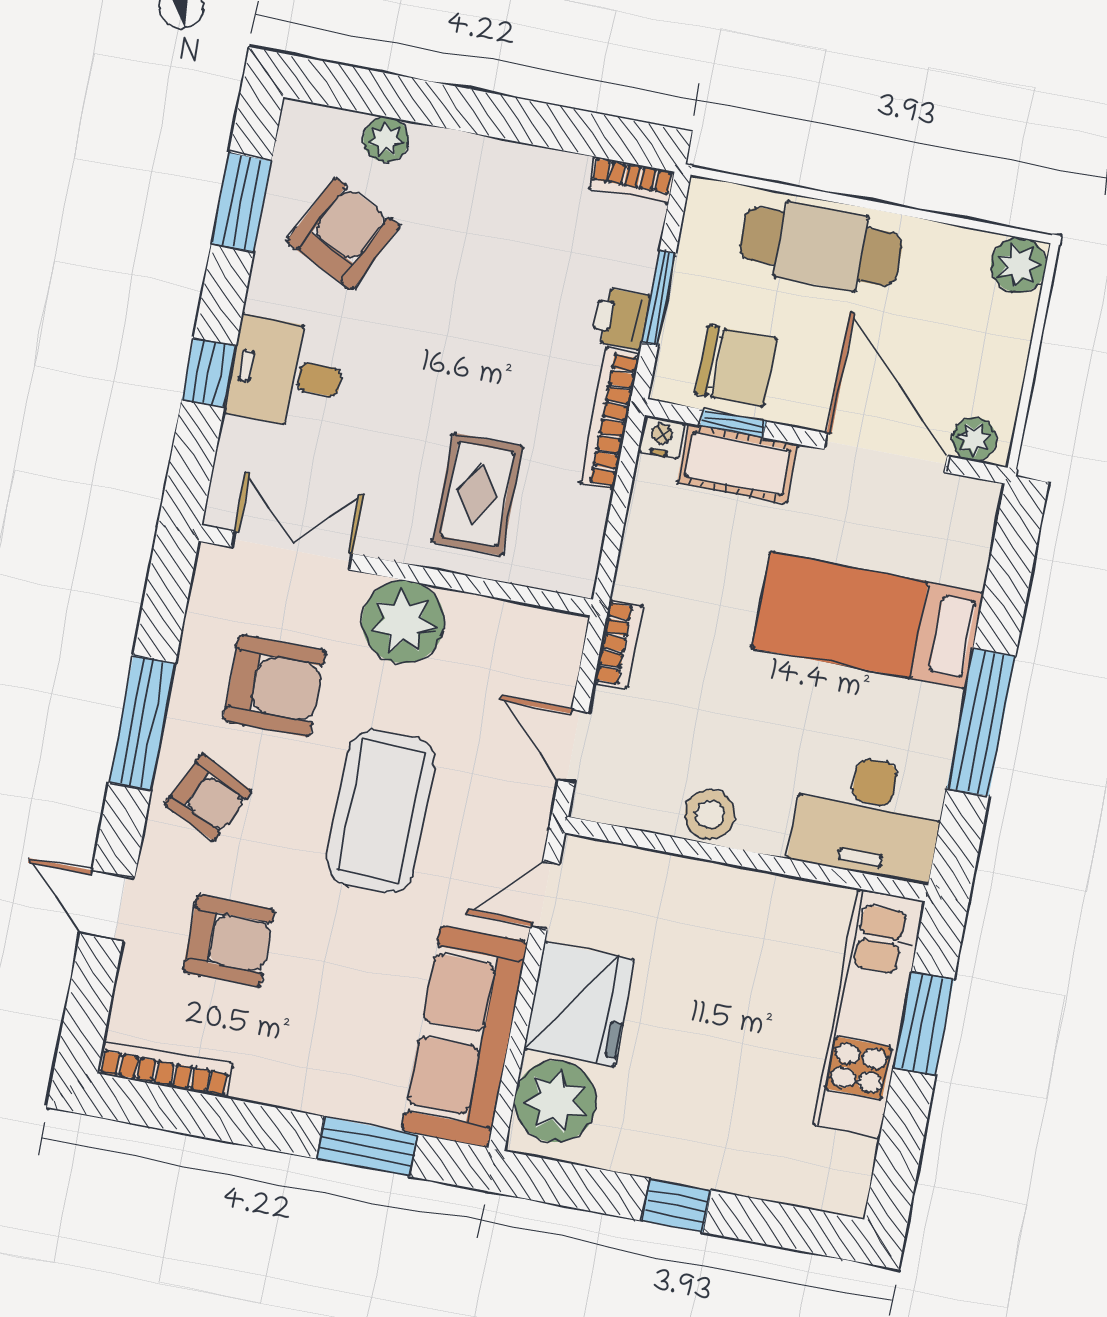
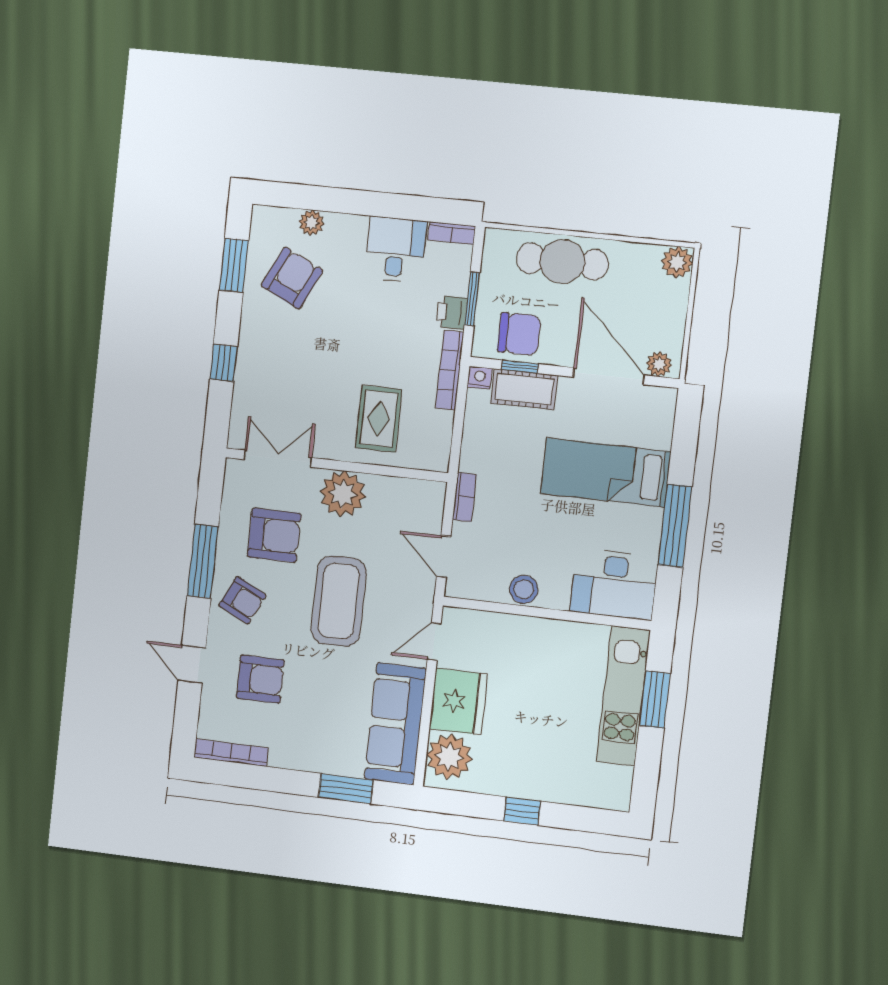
desk: (286, 373) -> (395, 249), moved, turned 90

